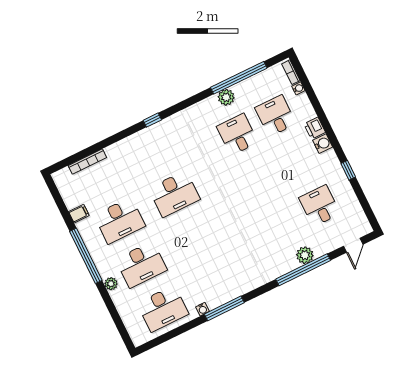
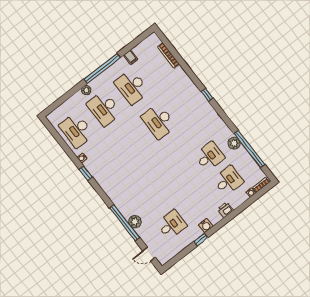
water cooler: (323, 144) -> (206, 226), moved
window: (224, 308) -> (86, 173), width x0.46

